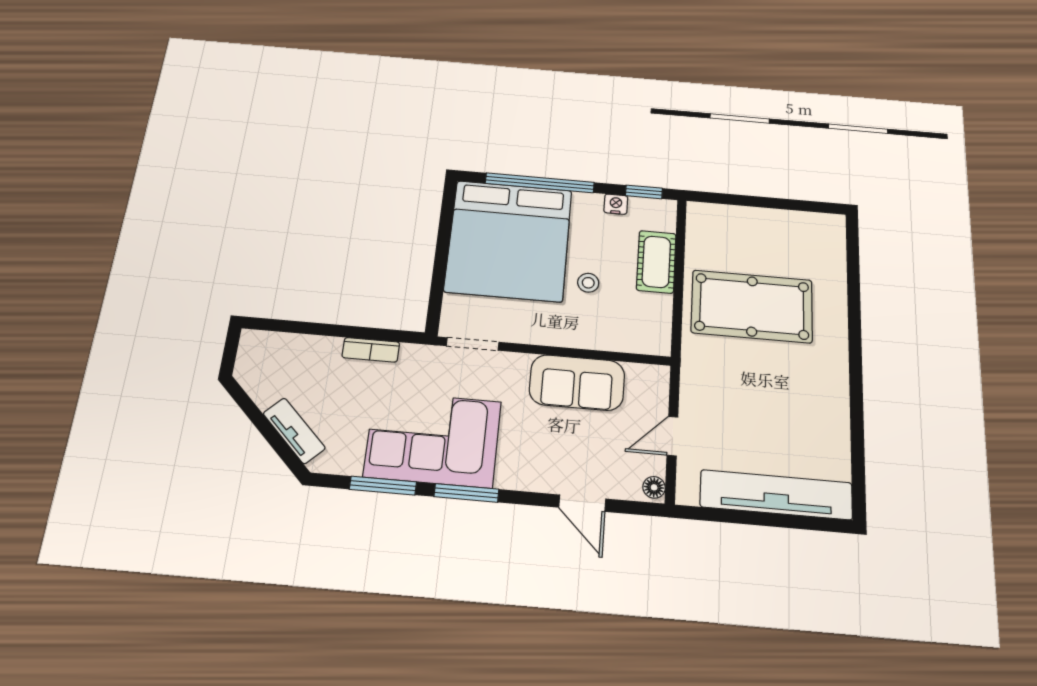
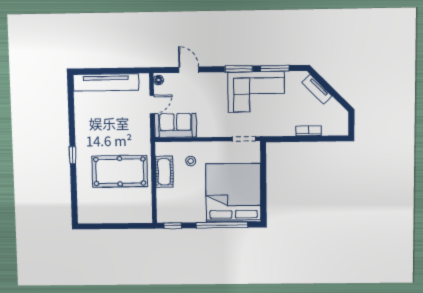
nightstand: (616, 204) -> (185, 218), removed
cot: (656, 262) -> (164, 172), moved
stool: (588, 283) -> (191, 161), moved
window: (855, 349) -> (73, 155), added
bookcase: (371, 350) -> (309, 131), moved
sofa: (577, 383) -> (175, 126), moved

